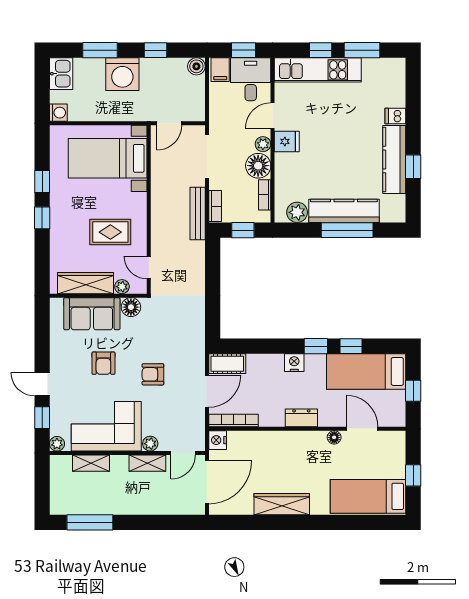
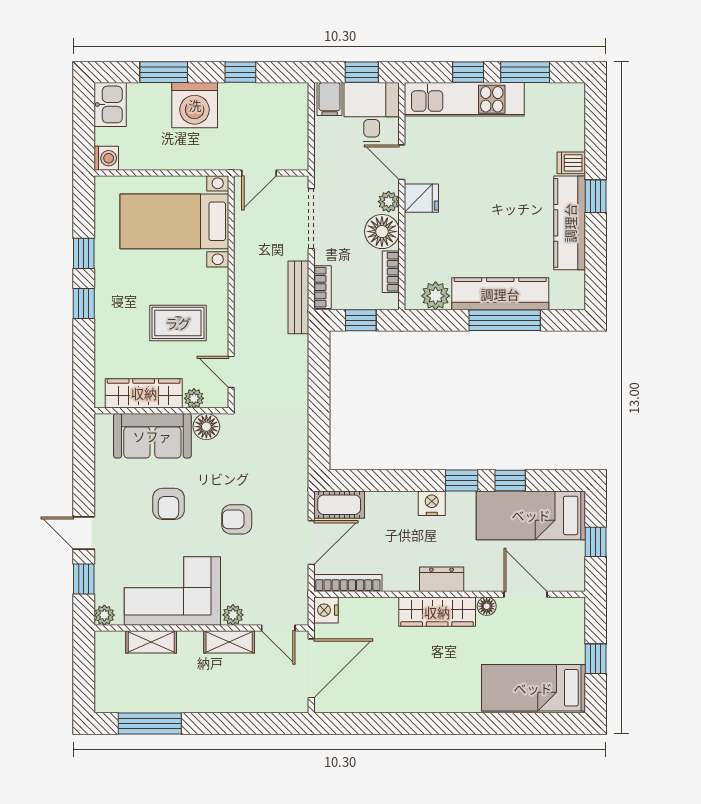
boiler: (196, 66) -> (297, 94), removed
door: (273, 116) -> (402, 162), hinge flipped
window: (413, 167) -> (596, 196), moved
door: (183, 453) -> (278, 628), hinge flipped
wardrobe: (282, 504) -> (437, 612), moved, turned 180

